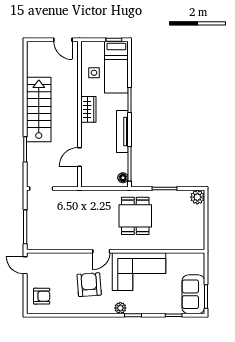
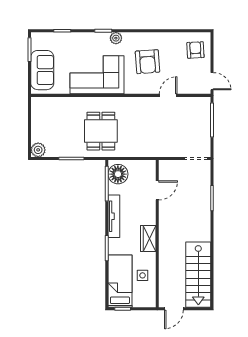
door: (63, 40) -> (174, 309), swing flipped
stairs: (39, 110) -> (198, 275), moved
floor lamp: (123, 178) -> (118, 174), width x1.89, depth x1.89
door: (101, 251) -> (168, 95), moved
sofa: (193, 294) -> (42, 70), moved
armchair: (42, 296) -> (195, 50), turned 87

